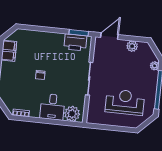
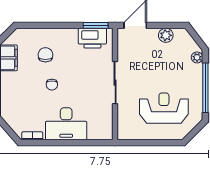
chair: (38, 51) -> (45, 55), added
desk: (52, 107) -> (66, 124), width x1.37
plant: (72, 114) -> (98, 130), removed

